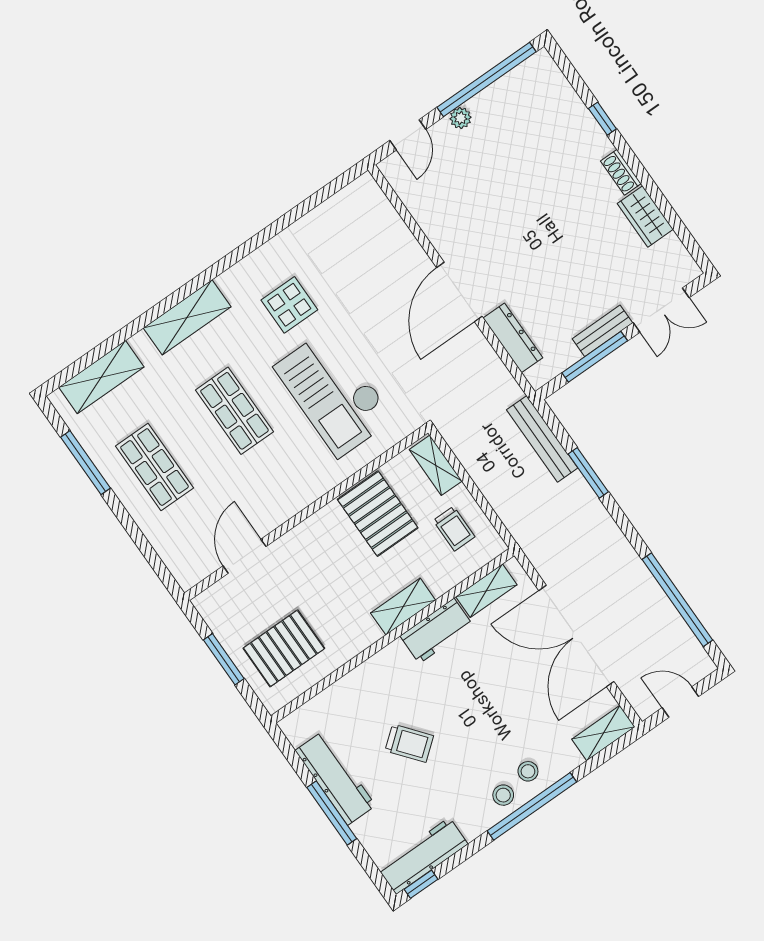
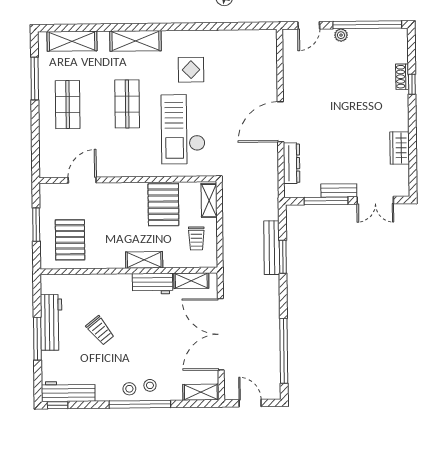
shoe rack: (621, 172) -> (402, 77), moved
bench: (542, 439) -> (272, 248), moved
pallet: (284, 648) -> (70, 240), turned 90

